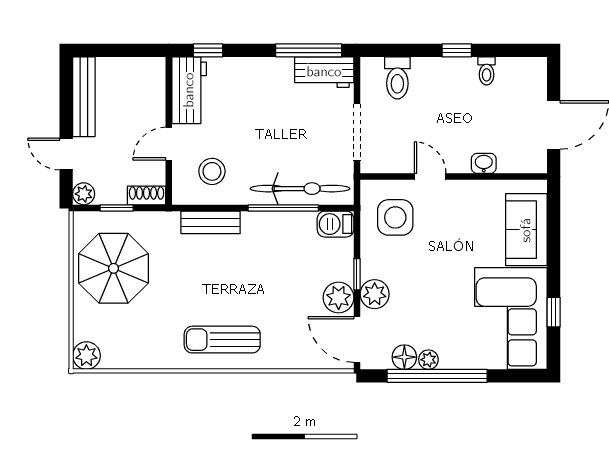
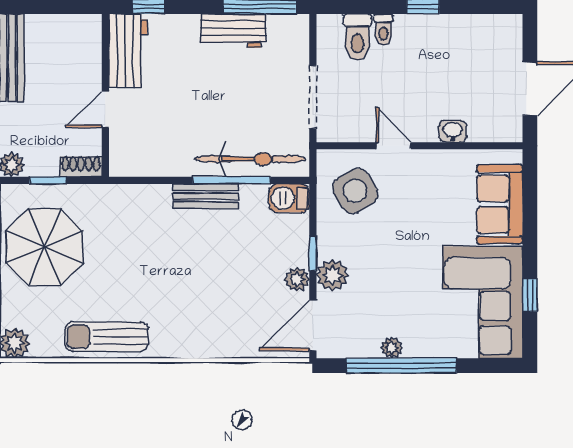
toilet: (487, 71) -> (383, 29), moved
workbench: (324, 72) -> (233, 31), moved
stool: (212, 171) -> (153, 140), removed
side table: (395, 217) -> (355, 191), turned -31
bench: (211, 222) -> (206, 196), moved
plant: (339, 298) -> (297, 279), width x0.73, depth x0.73
door: (357, 339) -> (313, 325), hinge flipped
sun lounger: (222, 340) -> (107, 337), moved
floor lamp: (404, 357) -> (365, 345), removed

